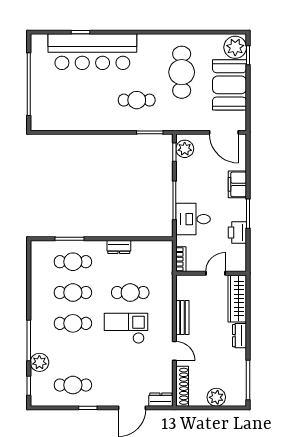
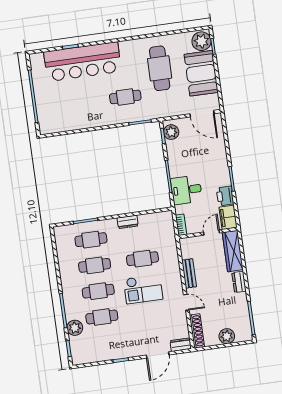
filing cabinet: (237, 184) -> (228, 217), moved
checkout: (126, 328) -> (143, 289), turned 180
cafe table: (73, 385) -> (102, 317), moved

